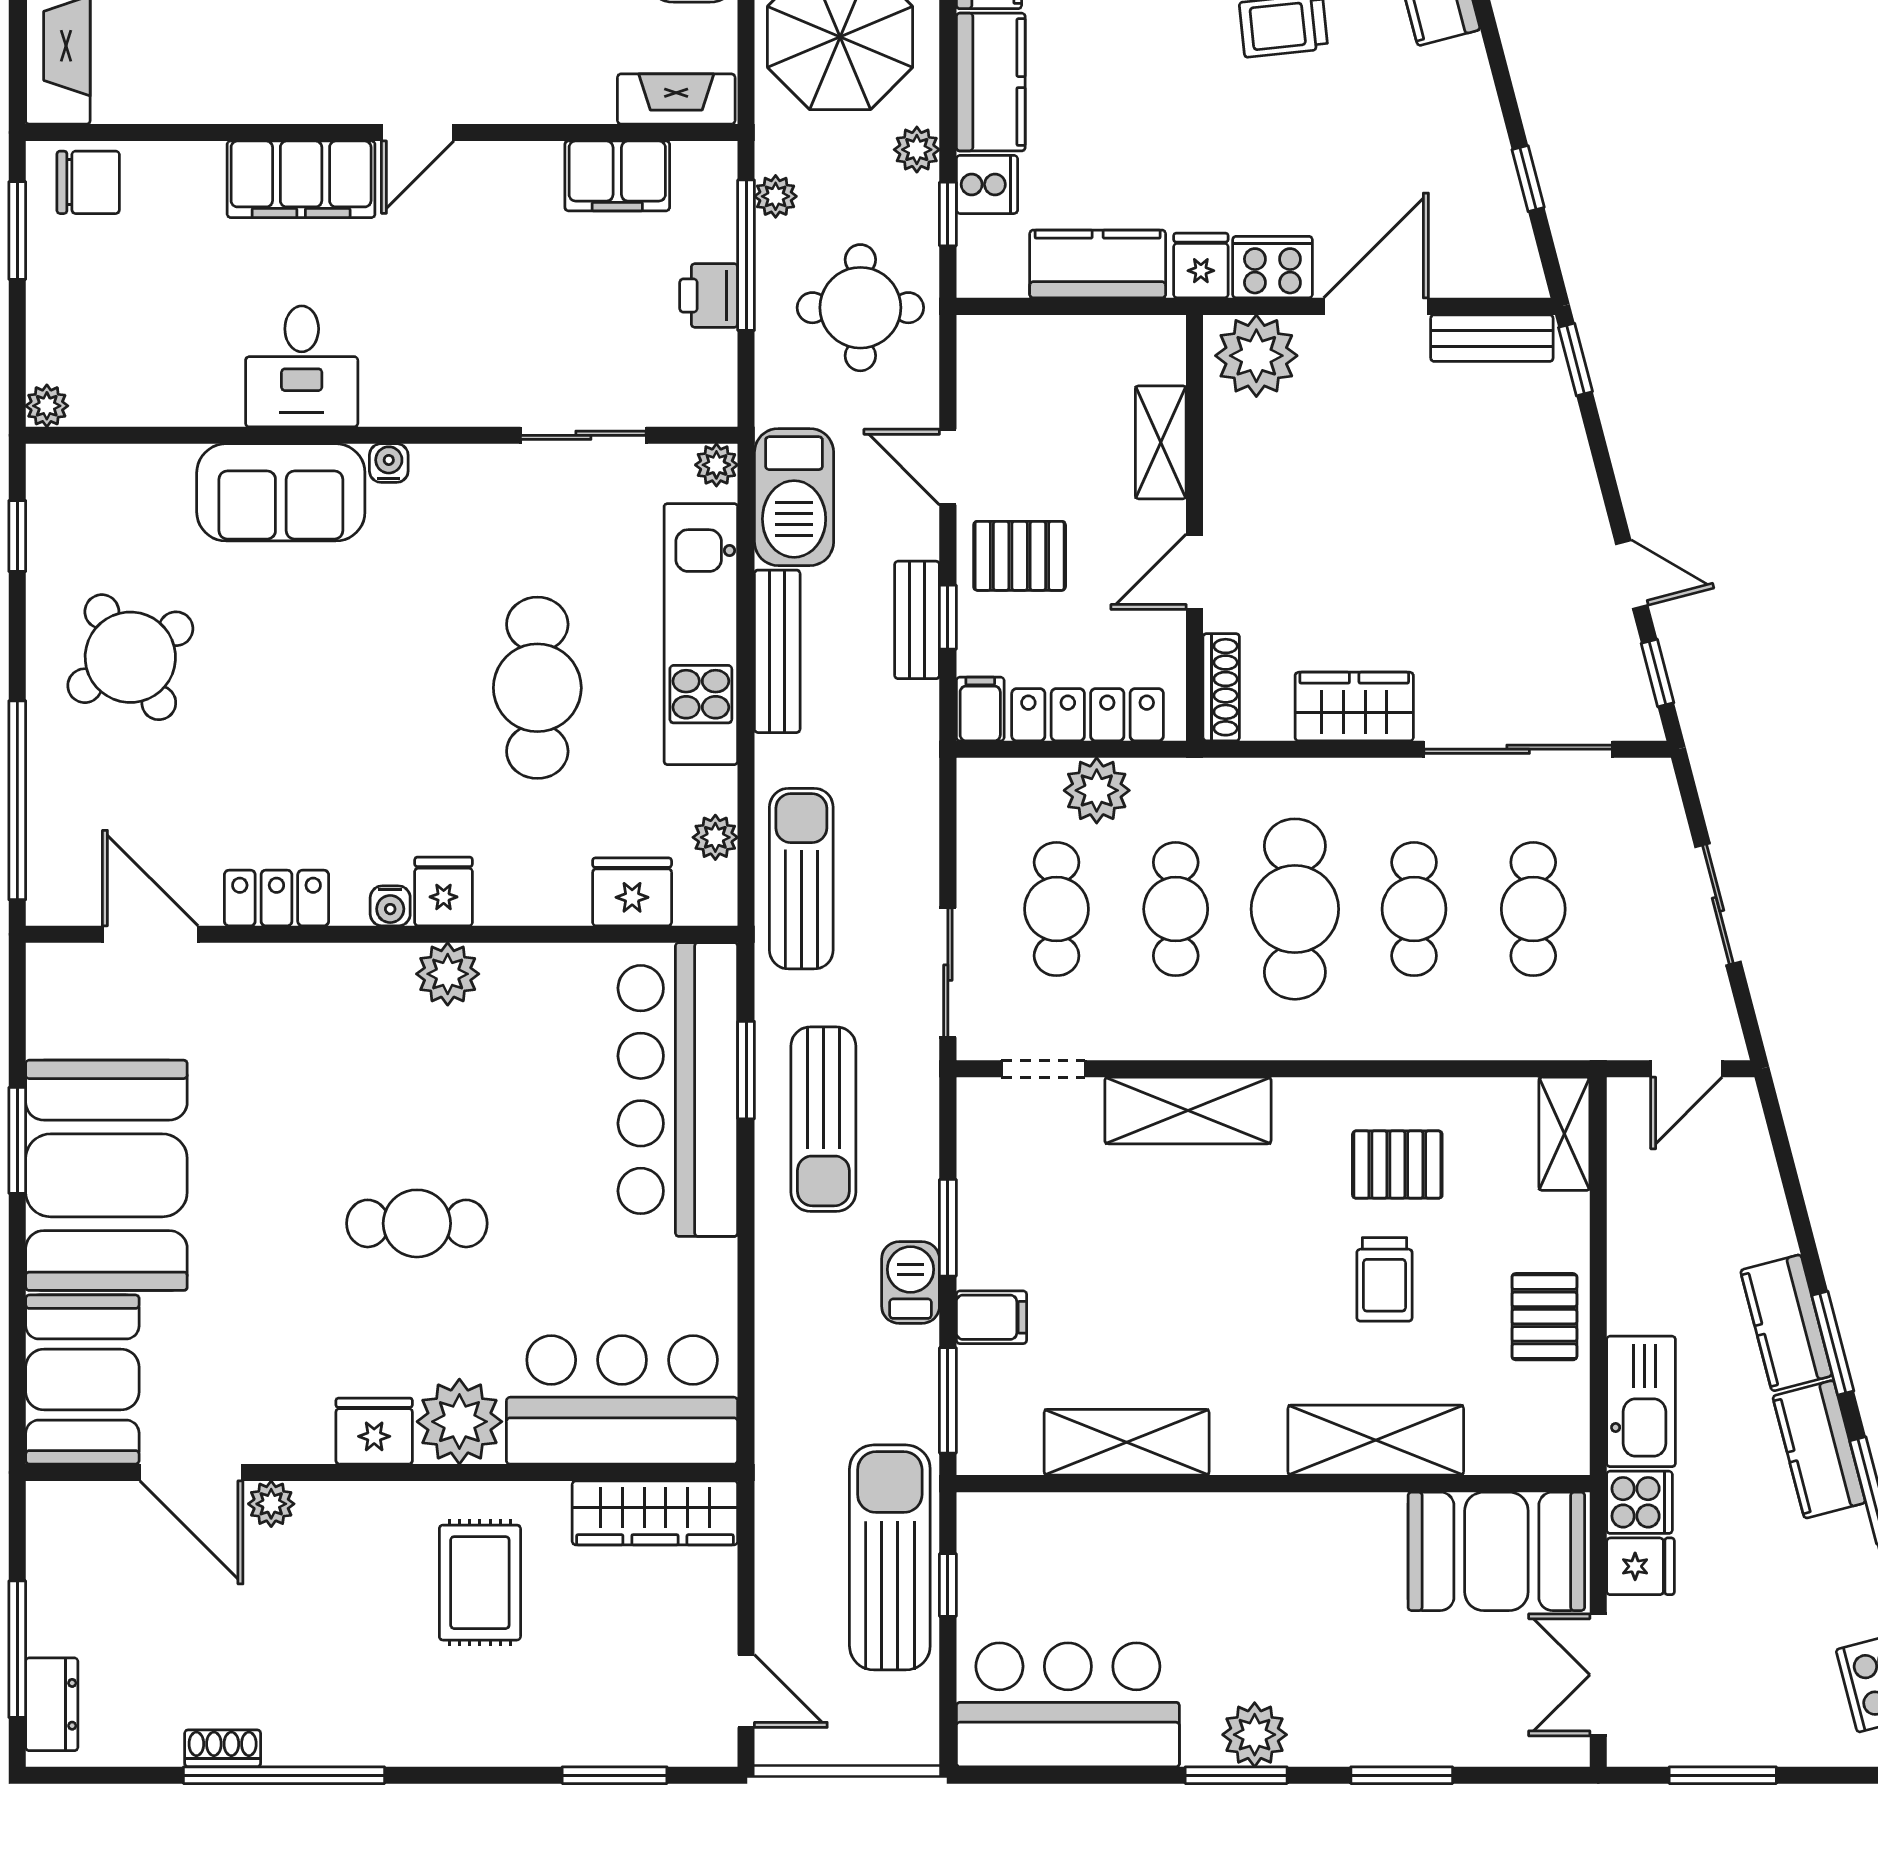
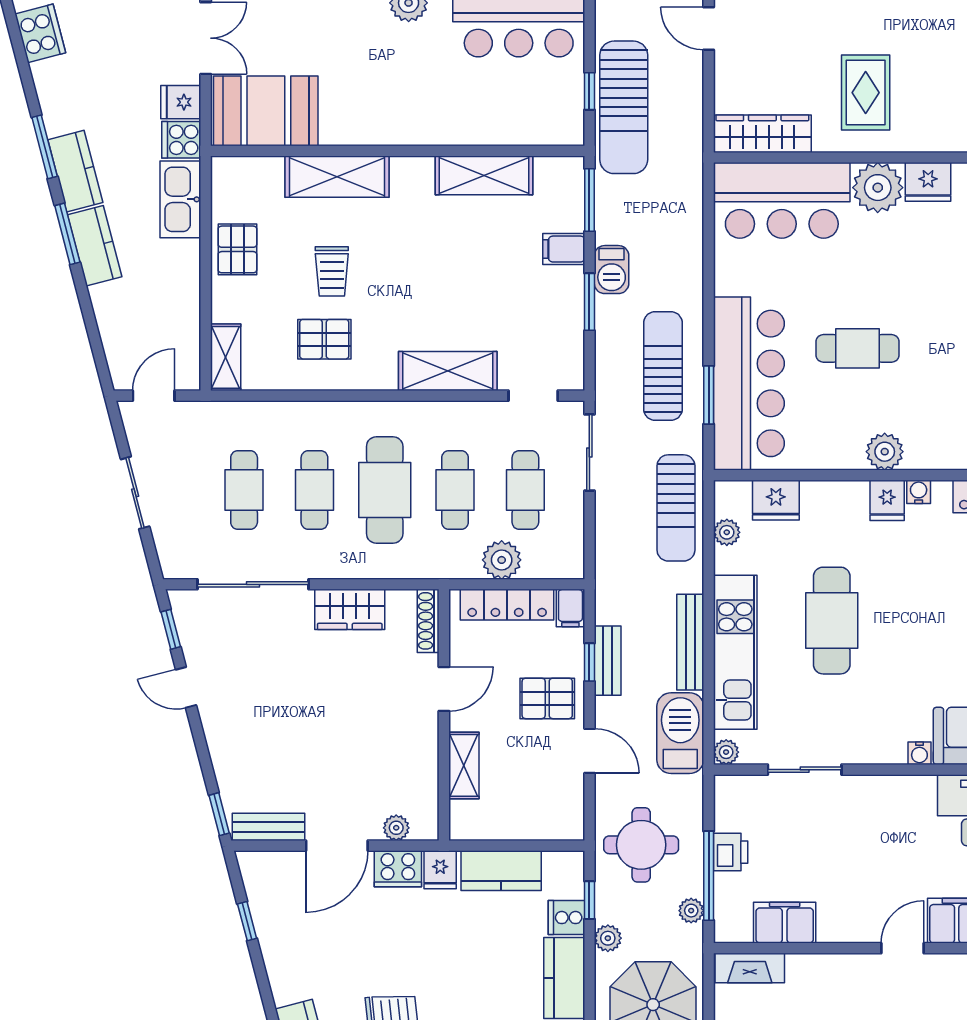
plant: (1256, 356) -> (396, 828), width x0.53, depth x0.53
cafe table: (417, 1223) -> (858, 348), moved
trolley: (1384, 1279) -> (332, 271), turned 180

